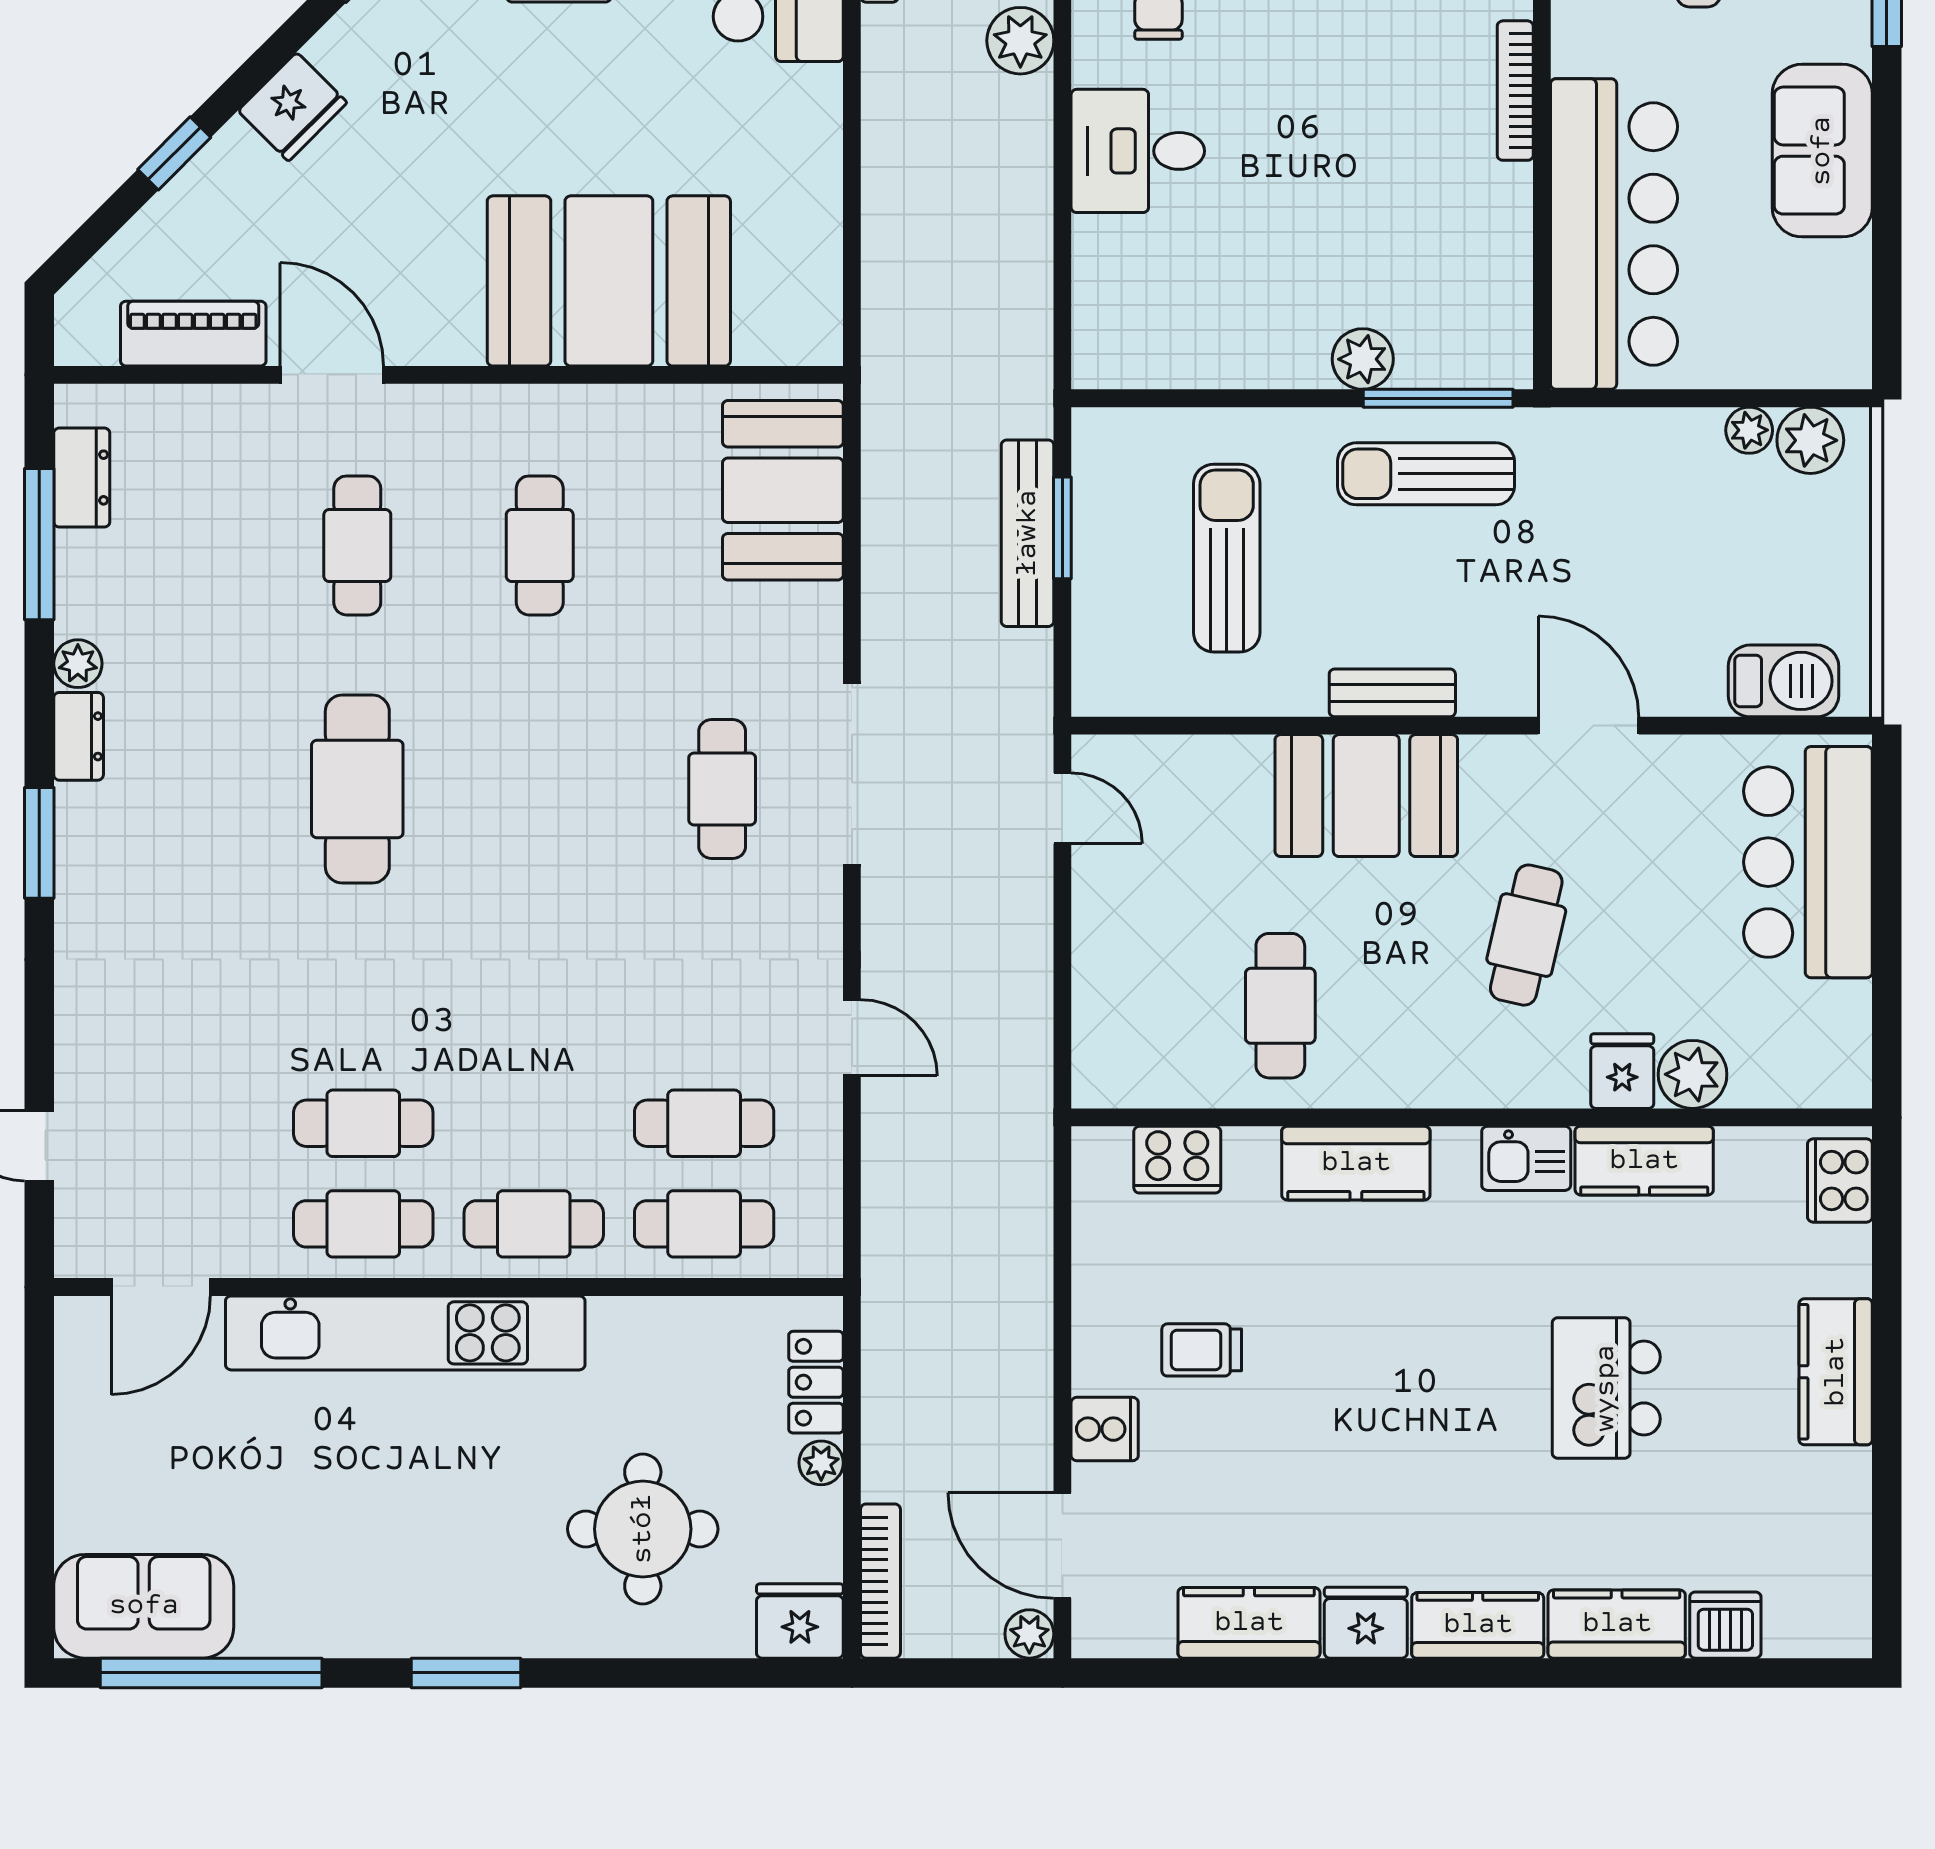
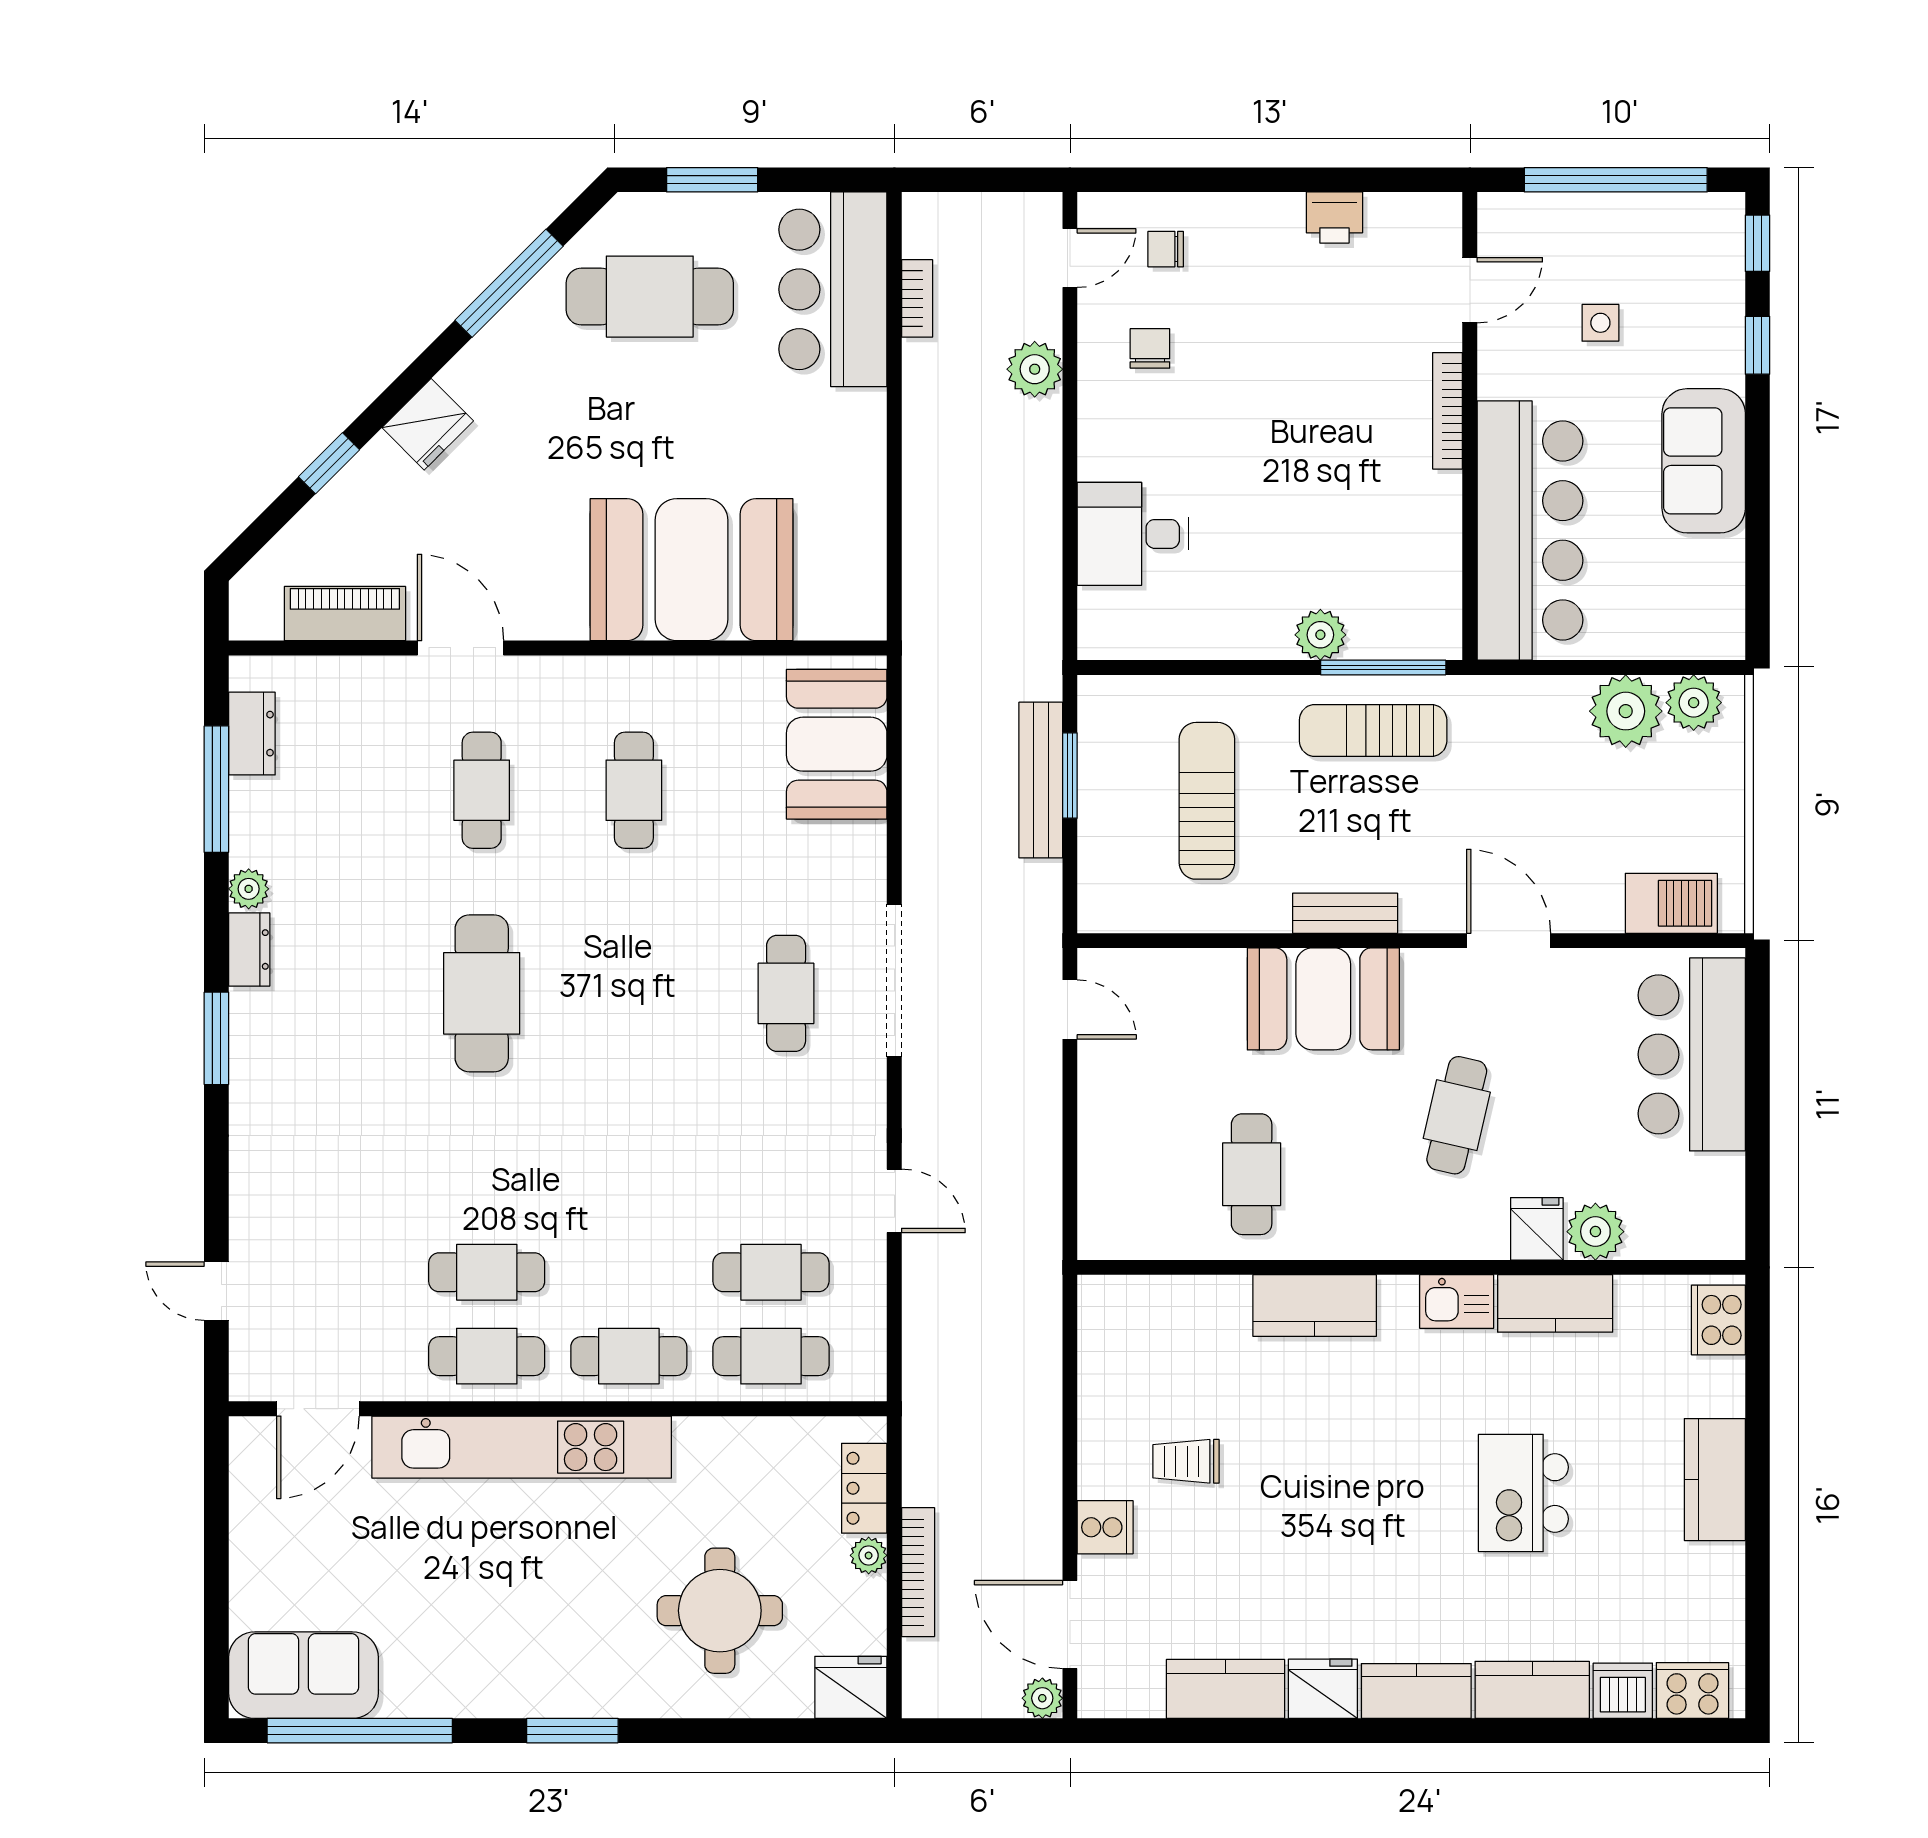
desk: (1138, 151) -> (1133, 534), moved
plant: (1749, 430) -> (1626, 711), width x1.88, depth x1.88
cooker: (1177, 1160) -> (1692, 1691), moved, turned 180
bookcase: (880, 1581) -> (918, 1572), moved

